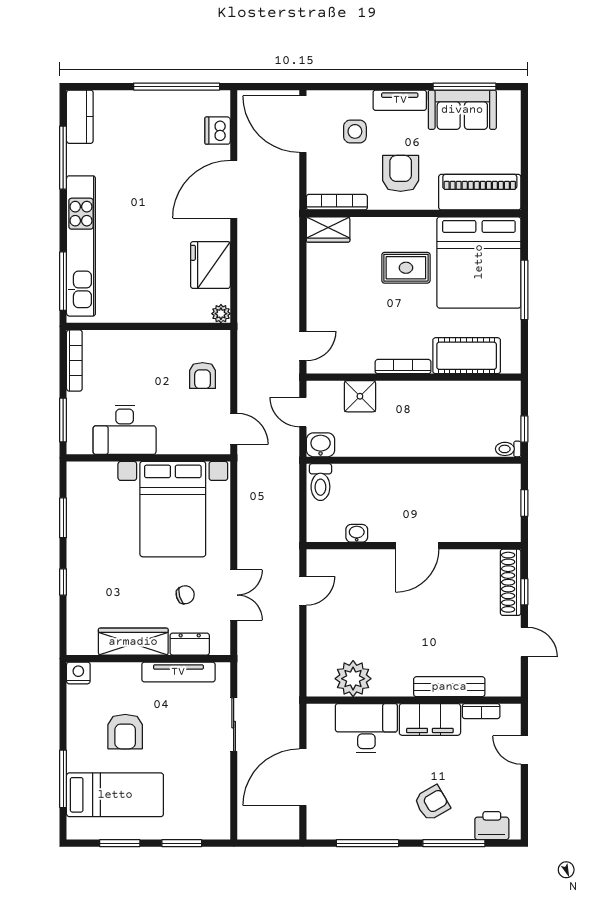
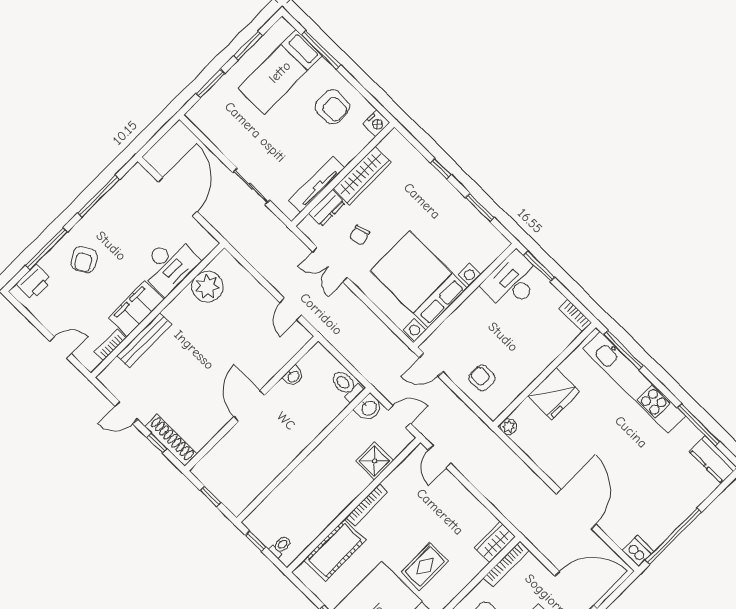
dishwasher: (218, 131) -> (638, 551), moved
fridge: (210, 265) -> (554, 394), moved, turned 90
bookcase: (74, 360) -> (575, 316), width x0.64
desk: (125, 430) -> (512, 282), moved
toilet: (508, 449) -> (280, 546), moved
armchair: (125, 732) -> (332, 107), moved, turned 180

